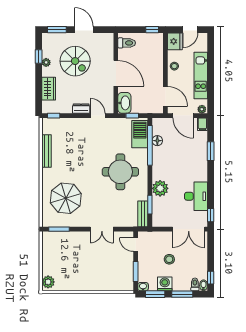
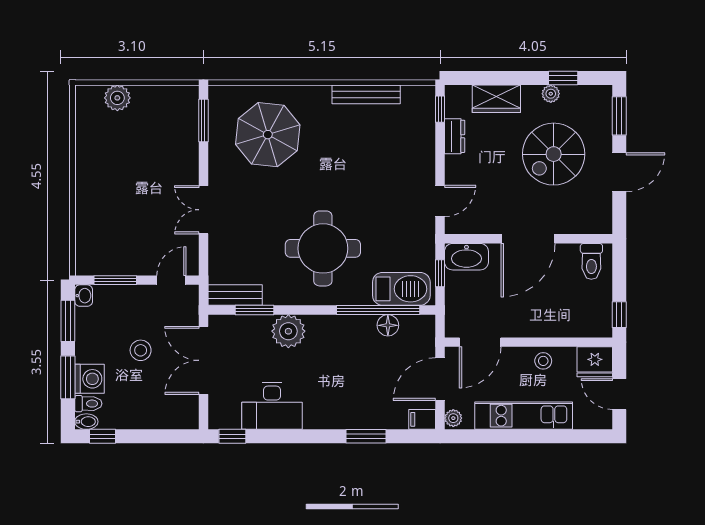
dresser: (81, 109) -> (455, 136), moved
double door: (189, 229) -> (203, 360), moved
plant: (48, 282) -> (117, 98), moved
washing machine: (165, 284) -> (89, 379), moved

